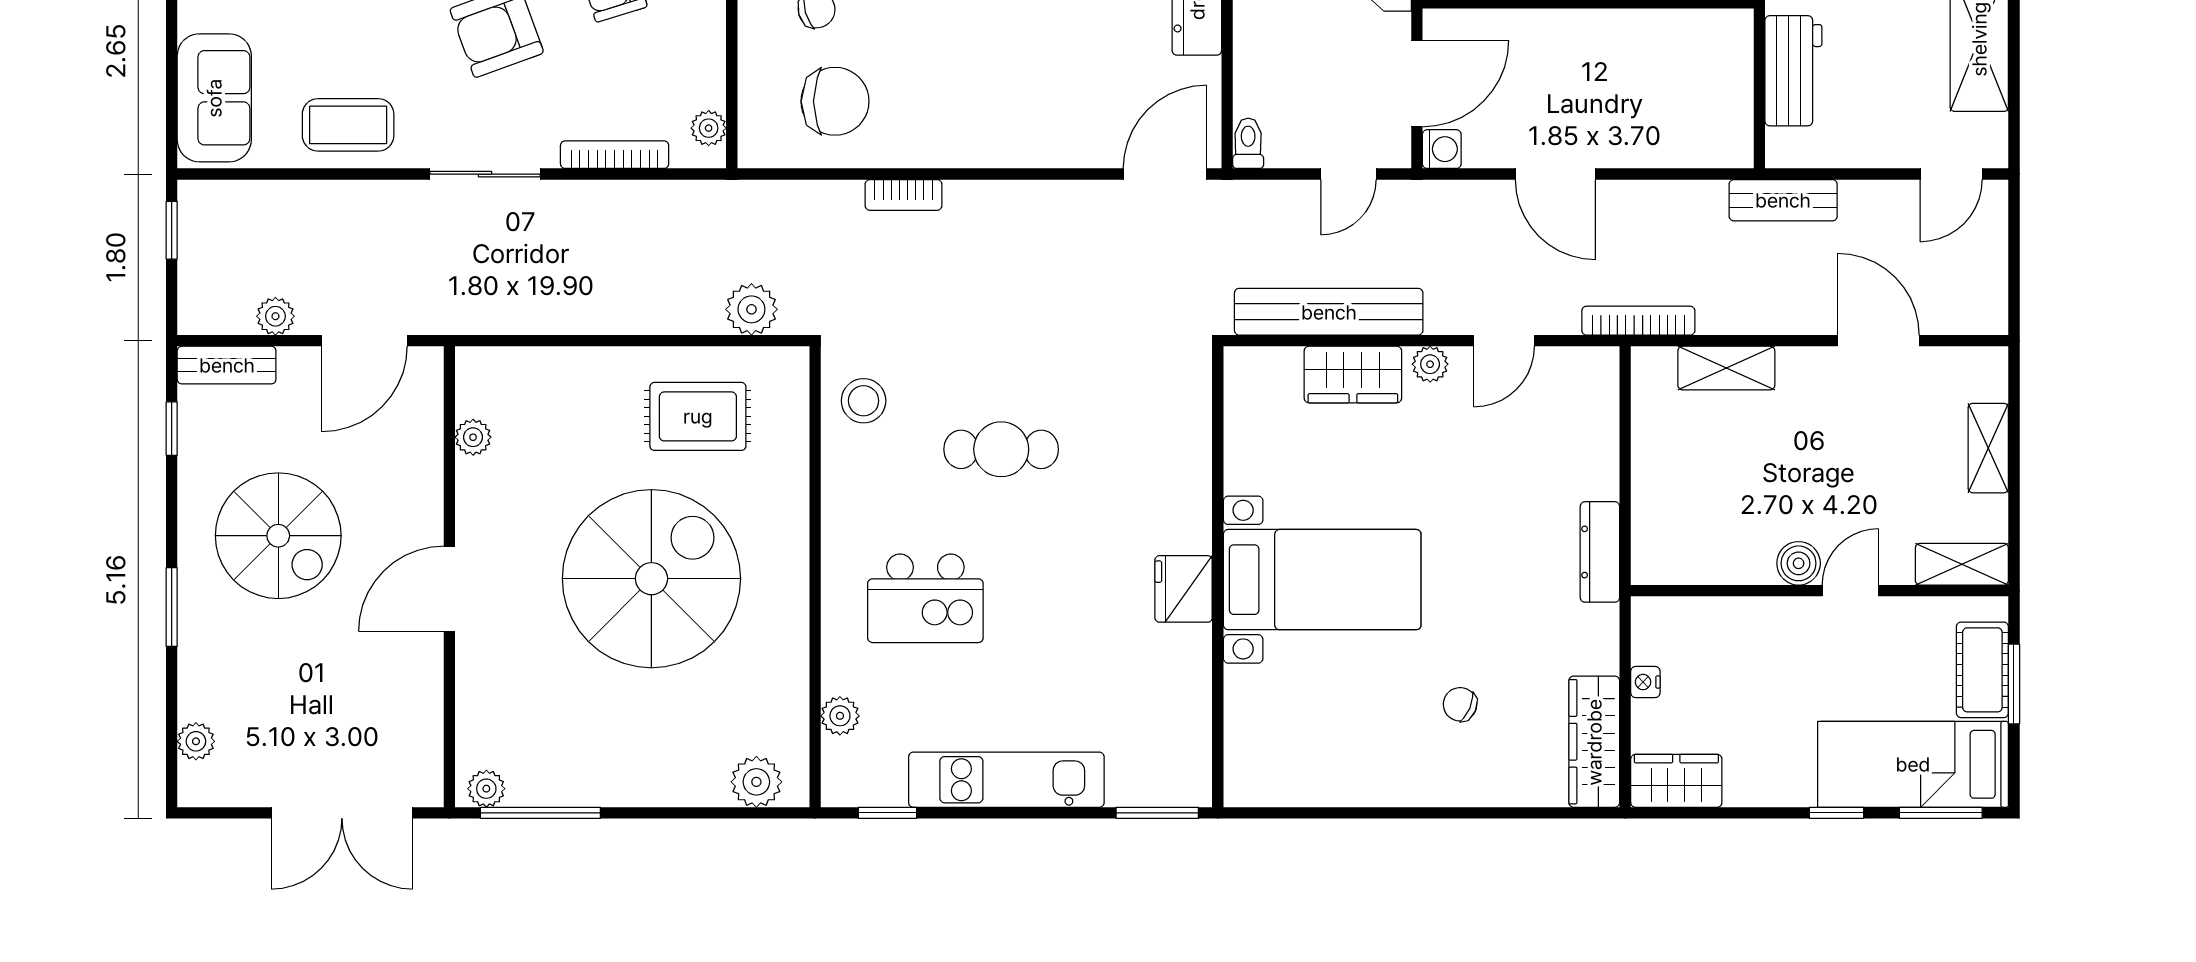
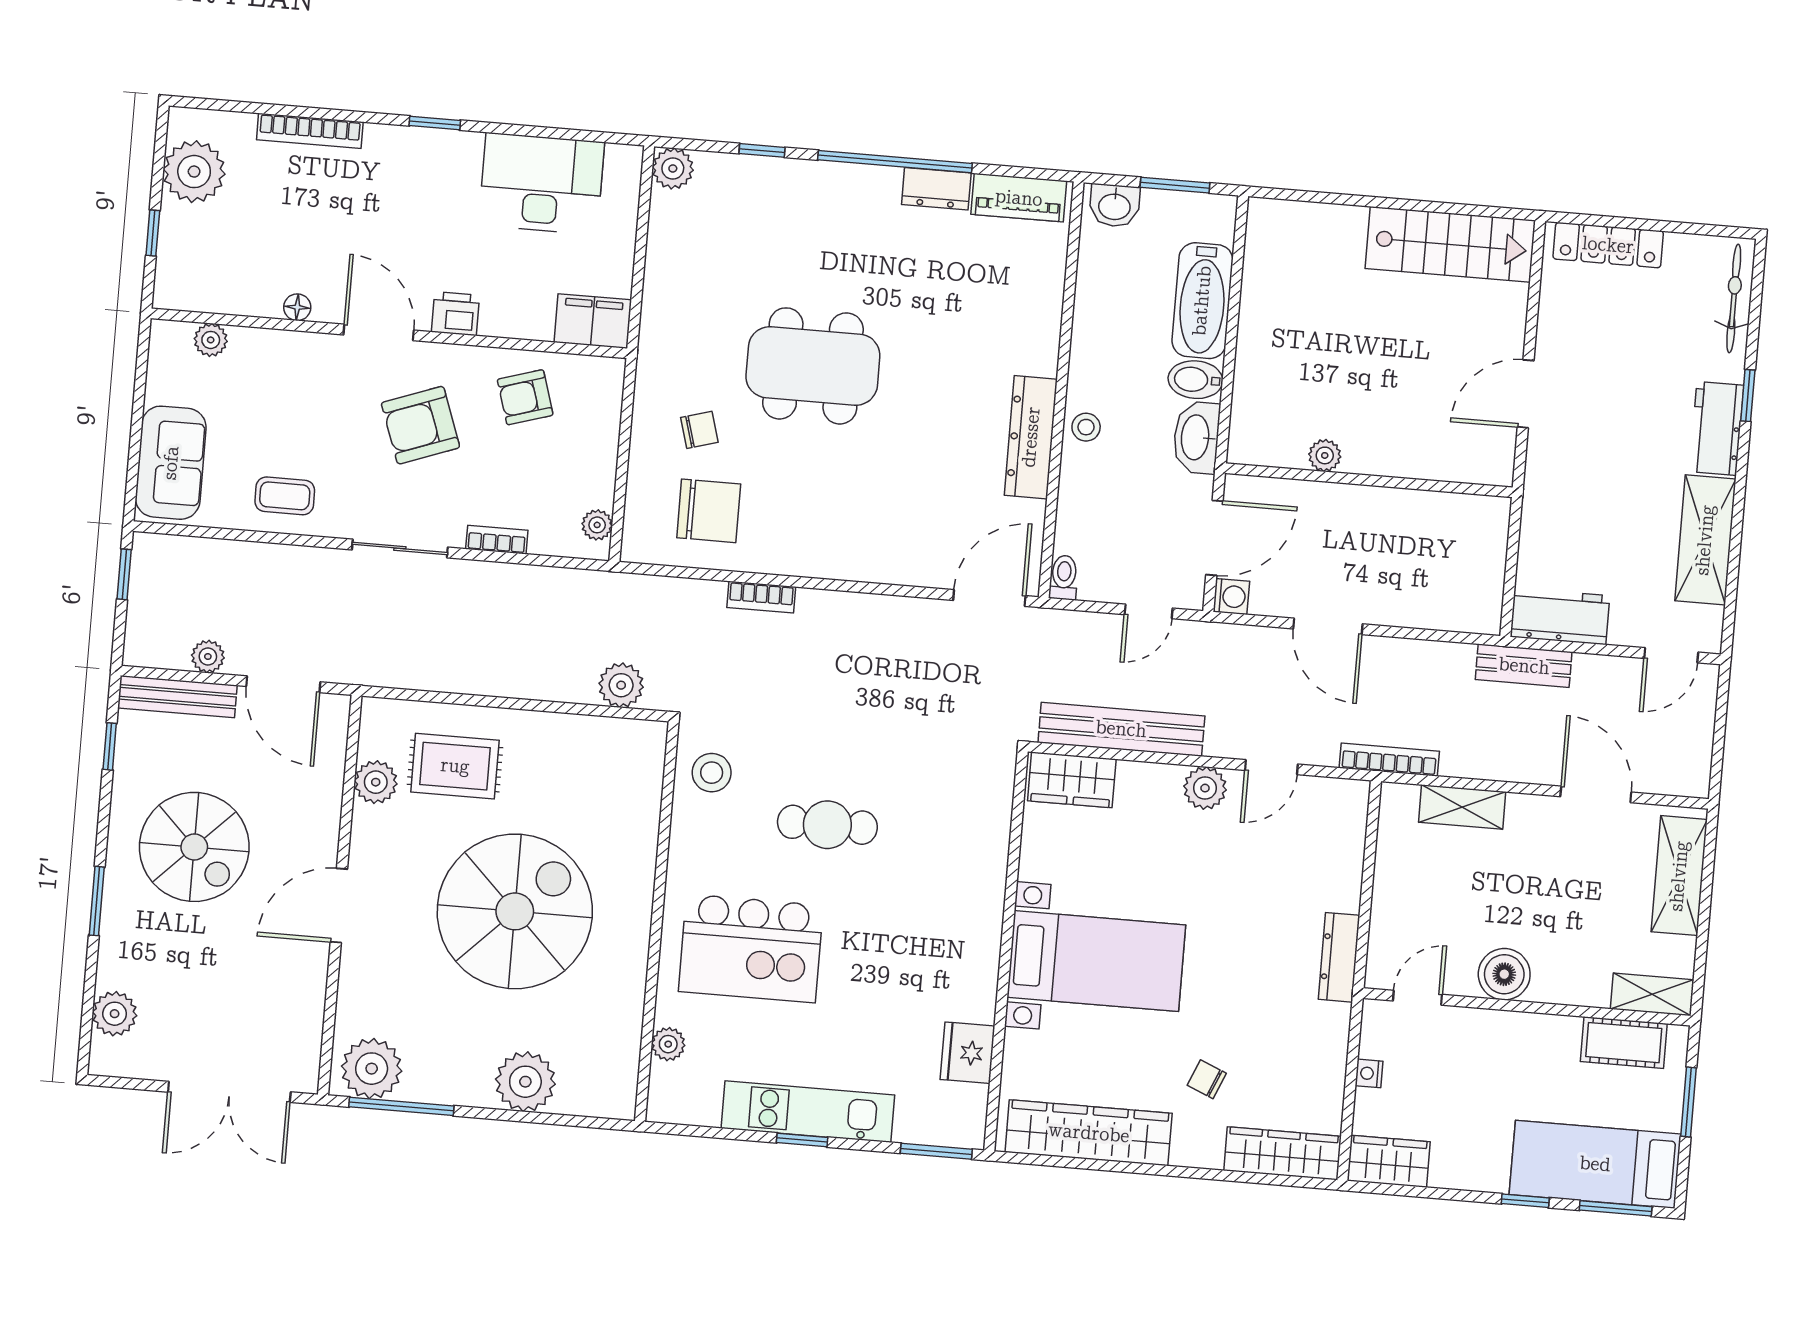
workbench: (1793, 71) -> (1560, 616), moved, turned -90
coffee table: (348, 125) -> (285, 496), width x0.73, depth x0.77
bookcase: (615, 155) -> (497, 540), width x0.64
door: (365, 341) -> (283, 684), hinge flipped
plant: (1430, 364) -> (1205, 788), width x1.38, depth x1.38
bench: (227, 365) -> (177, 697), width x1.36
wardrobe: (1353, 374) -> (1072, 780), moved
rug: (698, 416) -> (455, 766), moved
plant: (473, 437) -> (376, 782), width x1.38, depth x1.38
shelving: (1988, 448) -> (1679, 876), width x1.50, depth x1.33
boiler: (1799, 563) -> (1504, 974), width x1.36, depth x1.36
fridge: (1184, 589) -> (968, 1053), moved
door: (1850, 591) -> (1418, 998), moved
kitchen island: (925, 598) -> (751, 948), width x1.37, depth x1.28
cot: (1982, 670) -> (1624, 1043), moved, turned 90
plant: (196, 741) -> (115, 1014), width x1.38, depth x1.38
wardrobe: (1594, 742) -> (1283, 1153), moved, turned 90
wardrobe: (1330, 777) -> (1089, 1133), added
plant: (756, 782) -> (525, 1082), moved, width x1.36, depth x1.36
plant: (486, 789) -> (372, 1069), width x1.88, depth x1.88
window: (887, 813) -> (802, 1140), moved

